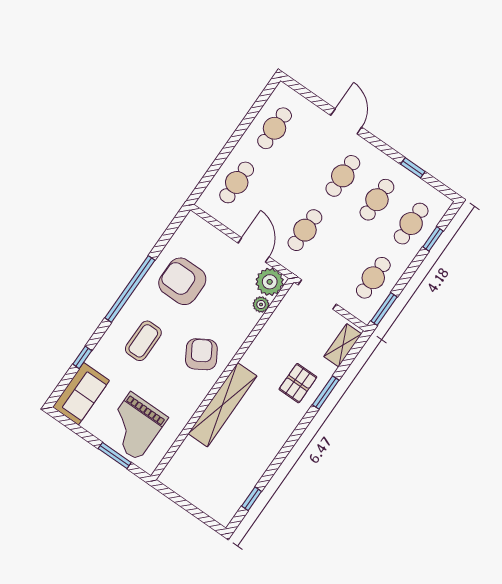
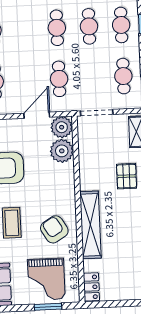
door: (254, 250) -> (37, 115), hinge flipped
plant: (261, 305) -> (62, 151), width x1.88, depth x1.88
armchair: (201, 354) -> (54, 229), moved
locker: (175, 469) -> (91, 287), added

